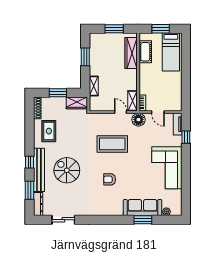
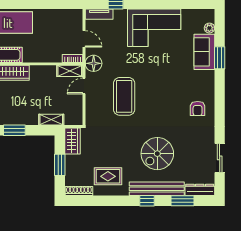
door: (158, 112) -> (84, 39), hinge flipped
armchair: (110, 179) -> (198, 108), moved
sofa: (143, 208) -> (204, 52), width x0.73

